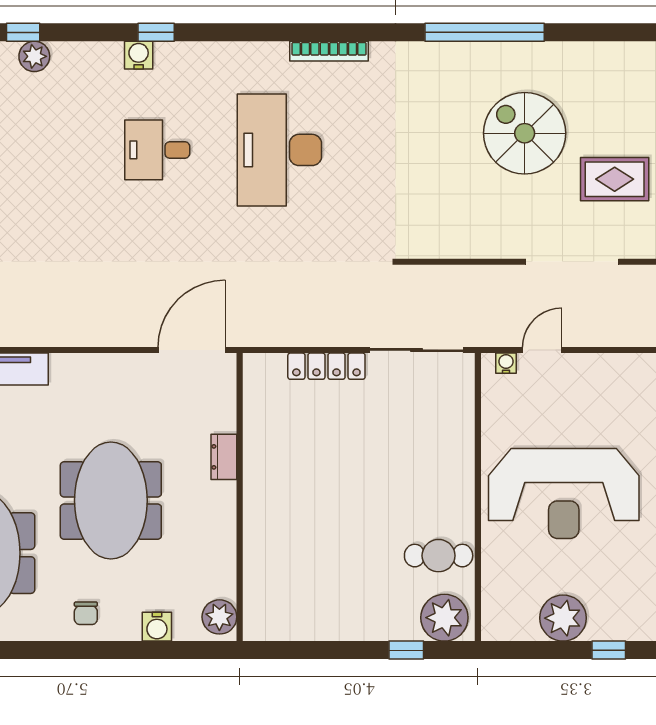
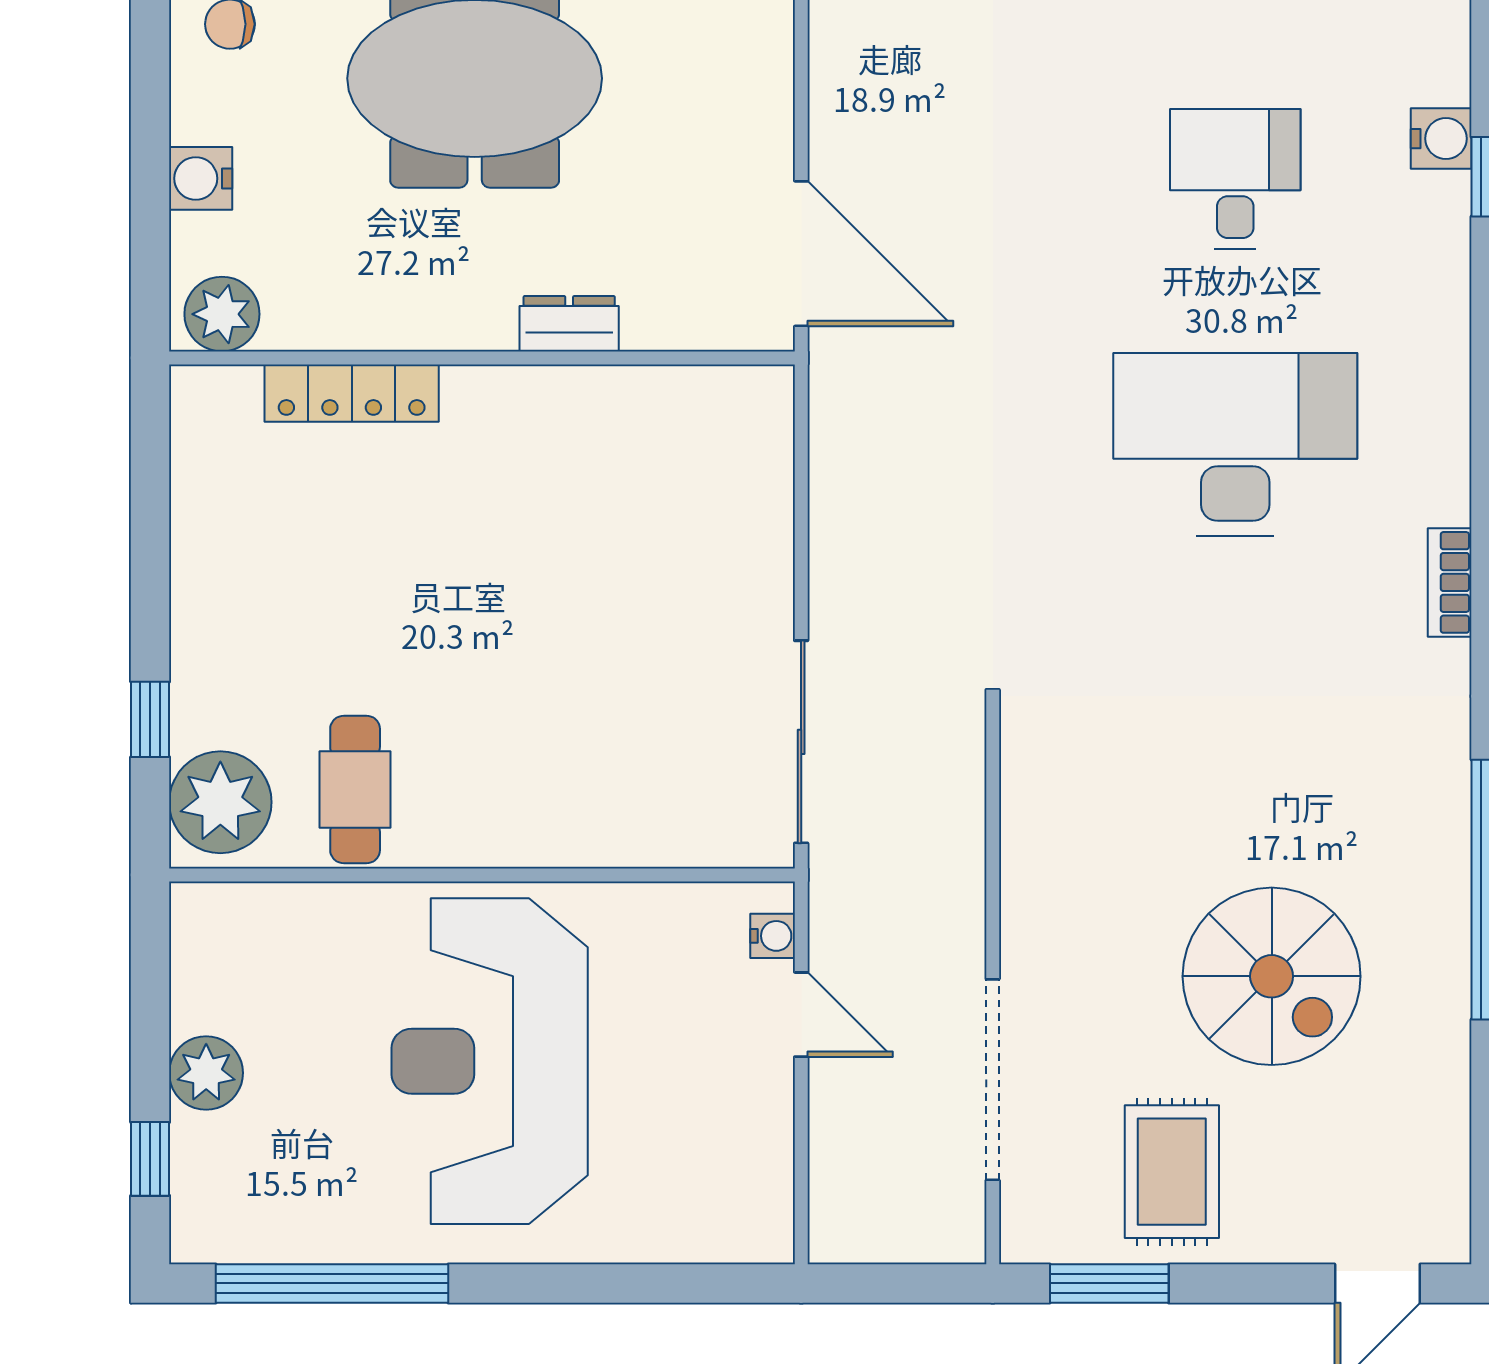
bookcase: (329, 51) -> (1450, 582), width x0.64
spiral stairs: (525, 133) -> (1272, 976), turned 90
locker: (326, 366) -> (352, 393), moved, turned -90
plant: (563, 618) -> (206, 1073), width x0.73, depth x0.73

